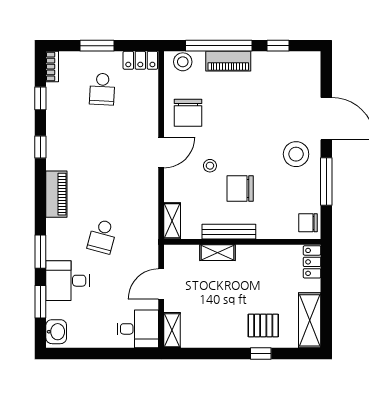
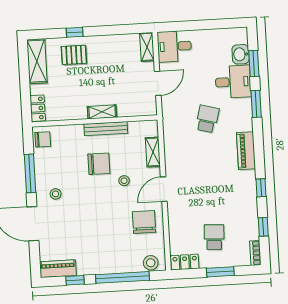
piano: (228, 61) -> (58, 269), moved
stool: (296, 154) -> (56, 194), width x0.53, depth x0.53
shelving: (172, 221) -> (153, 152), moved
shelving: (218, 253) -> (102, 112), moved
washbasin: (56, 332) -> (241, 54), moved

